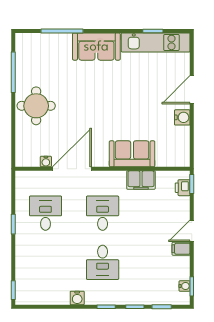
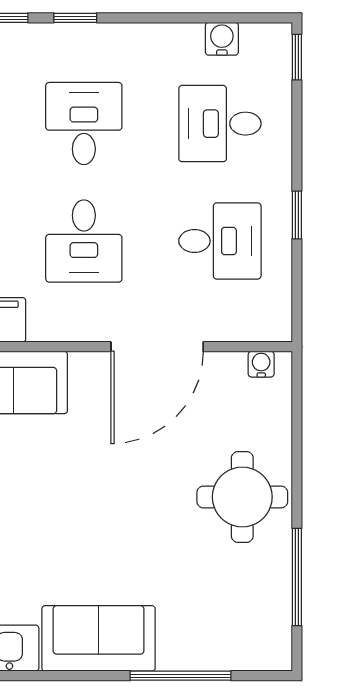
water cooler: (46, 162) -> (261, 364), moved
desk: (45, 213) -> (220, 241), turned -90
desk: (45, 262) -> (220, 124), added
water cooler: (77, 298) -> (222, 39), moved

